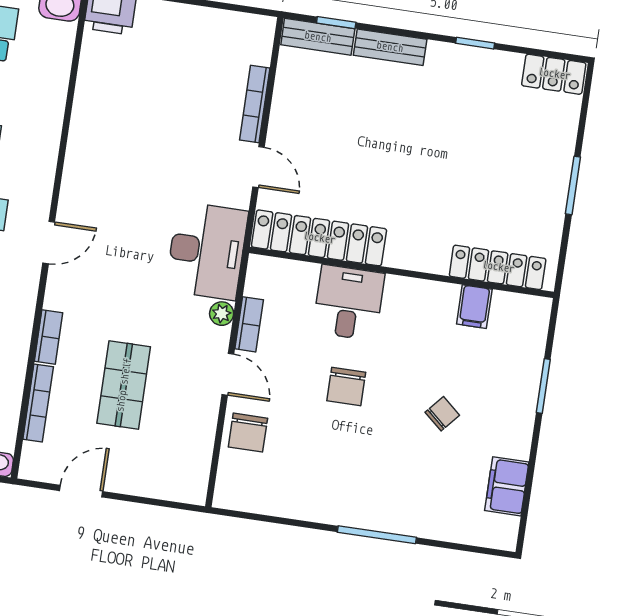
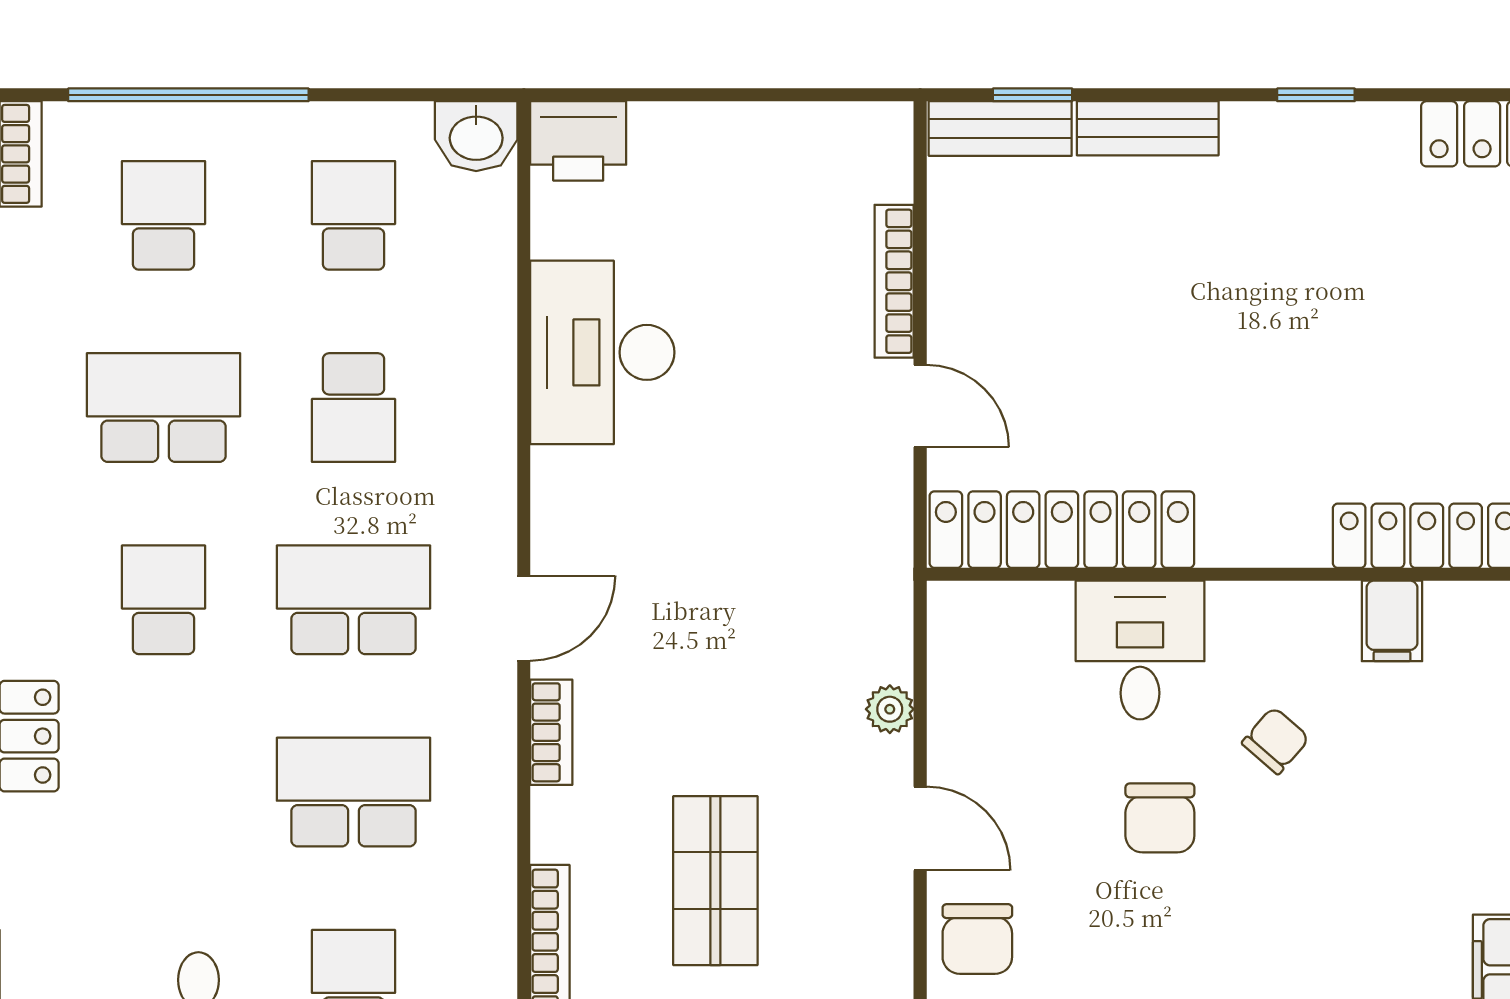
desk: (207, 251) -> (602, 352), moved, turned 180
bookcase: (249, 324) -> (948, 723), removed
bookcase: (49, 337) -> (551, 732), moved
chair: (442, 414) -> (1276, 741), moved

